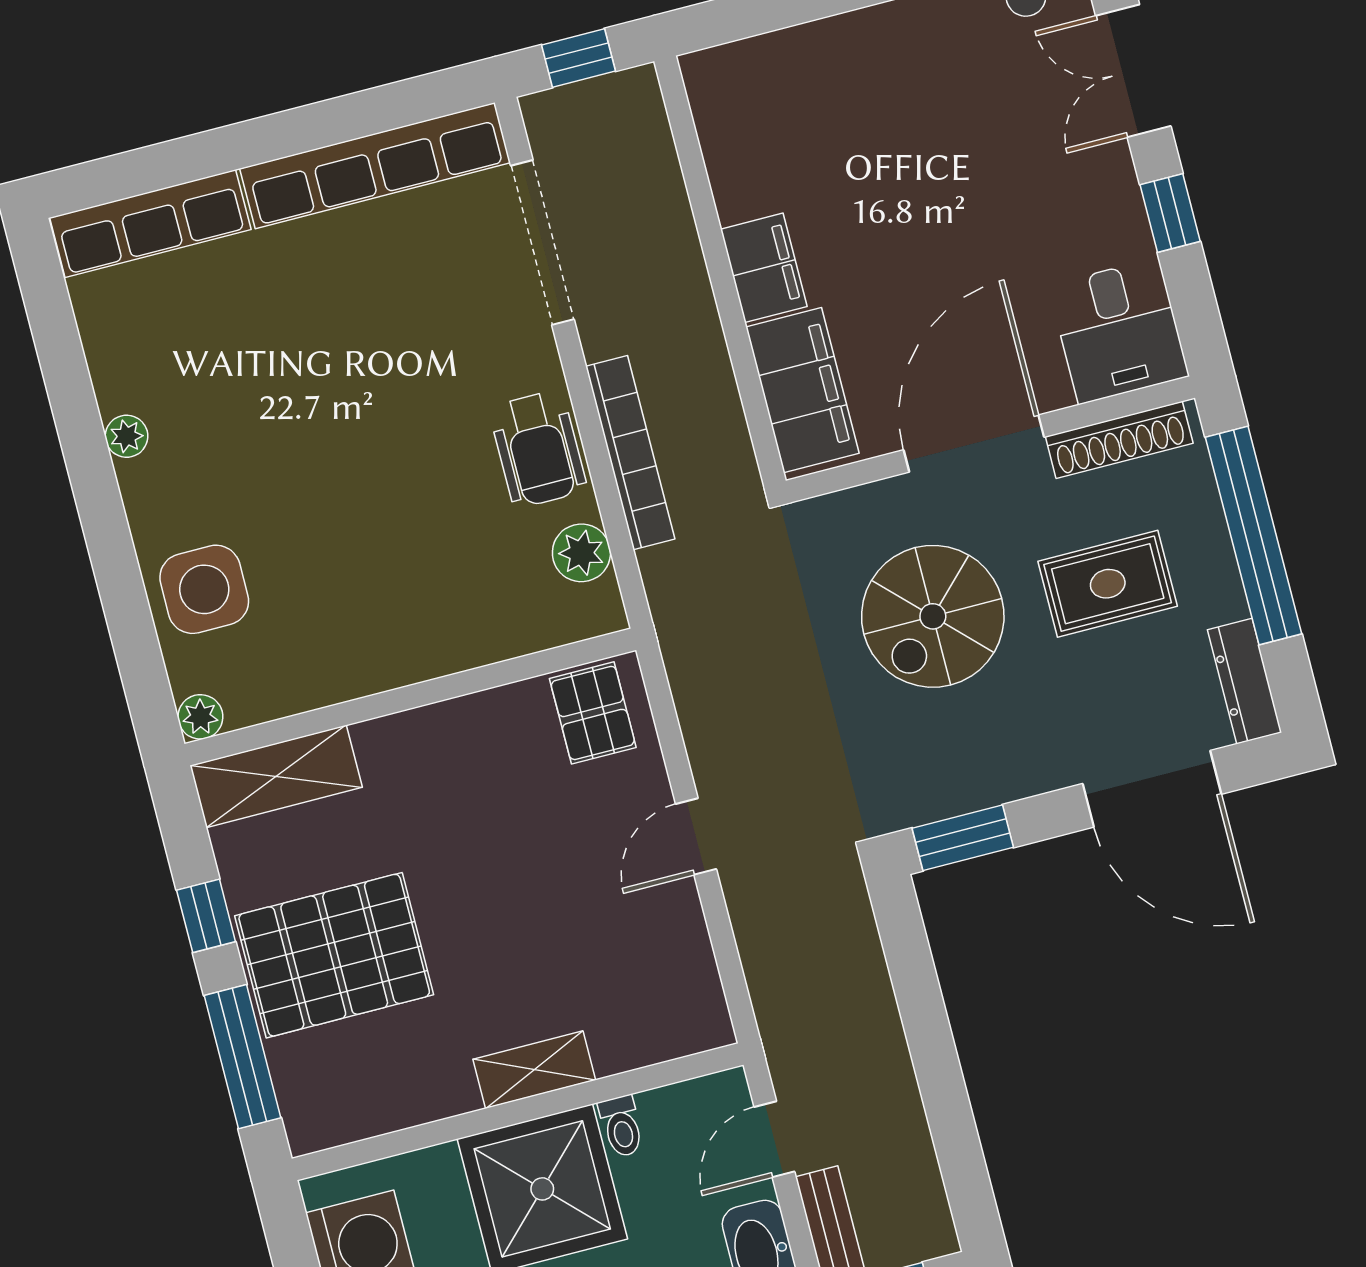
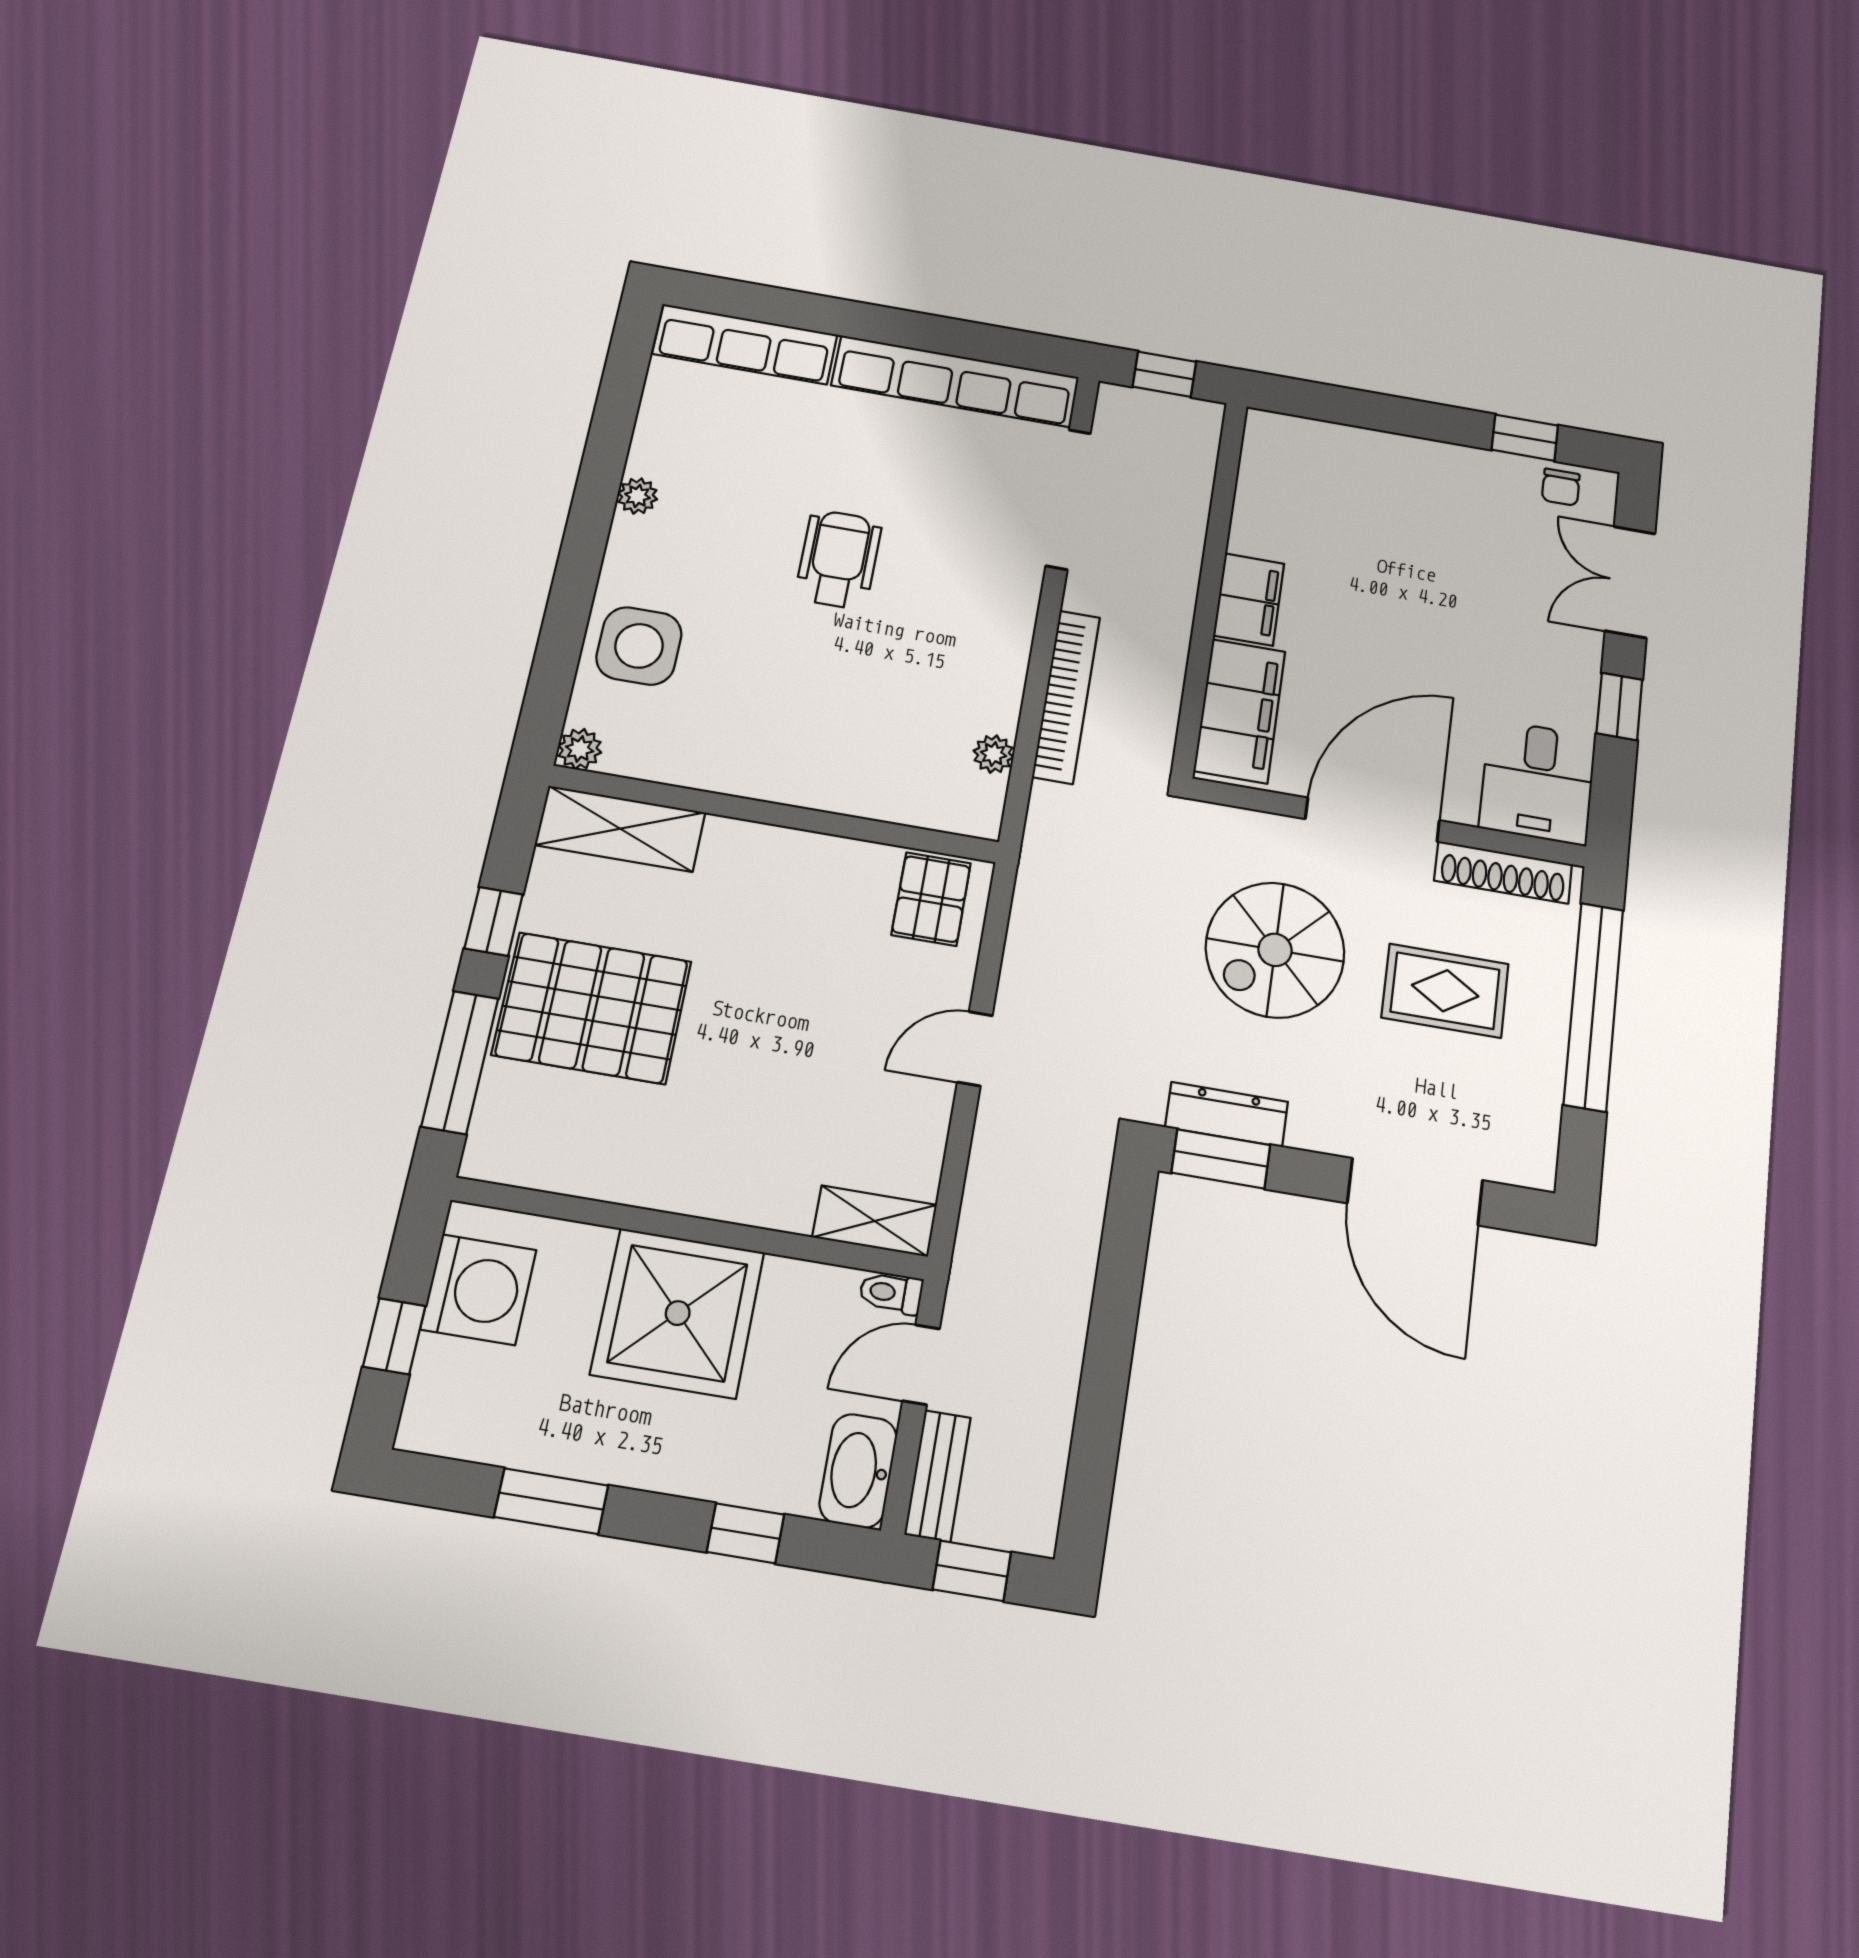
wheelchair: (538, 449) -> (839, 559), moved, turned 180
plant: (581, 553) -> (994, 754), width x0.73, depth x0.73
dresser: (1245, 681) -> (1227, 1114), moved, turned 90
shelving: (534, 1070) -> (875, 1221), moved
toilet: (621, 1126) -> (891, 1293), moved, turned 90

